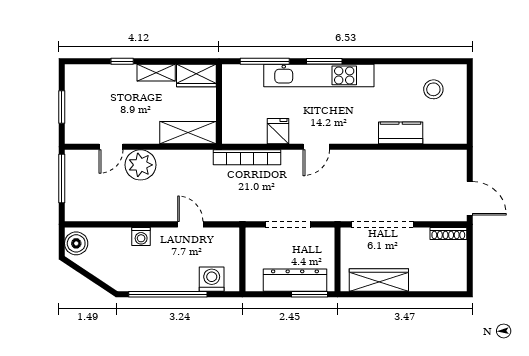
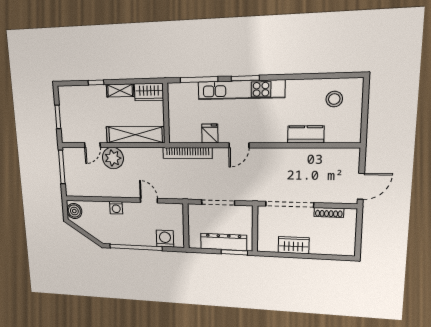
shelving: (188, 133) -> (135, 135), width x1.47
door: (470, 198) -> (361, 186), hinge flipped
shoe rack: (448, 233) -> (329, 212), moved
wardrobe: (379, 280) -> (294, 245), width x0.67

